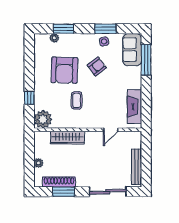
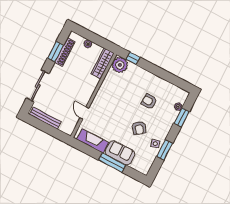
sofa: (132, 50) -> (120, 153), moved
window: (146, 60) -> (112, 162), moved
armchair: (64, 70) -> (149, 101), width x0.53, depth x0.53
window: (29, 98) -> (133, 58), moved
coffee table: (77, 100) -> (121, 99), removed
wardrobe: (67, 138) -> (103, 64), moved

